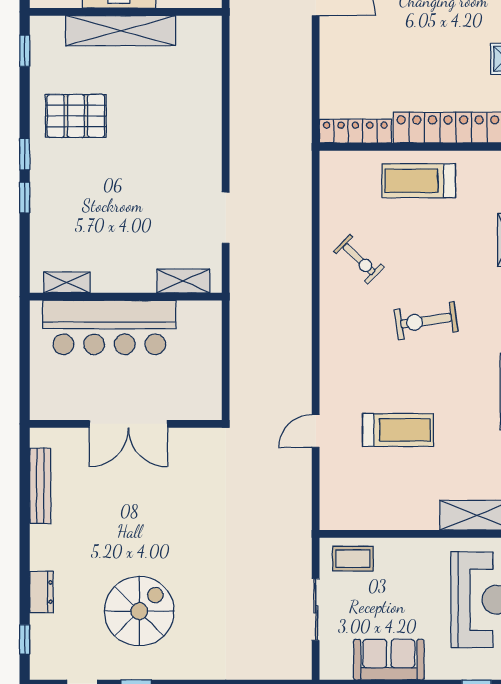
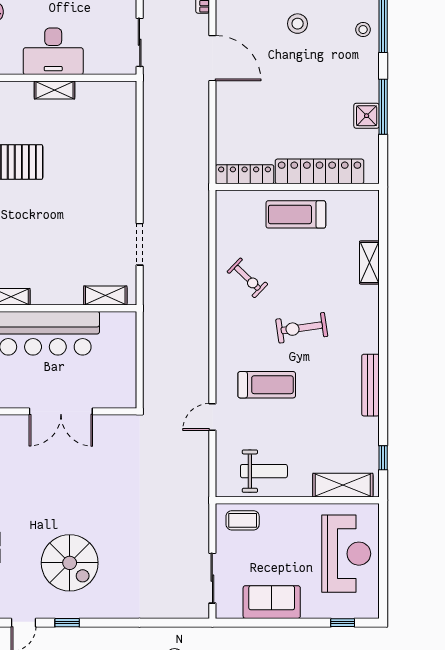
shelving: (121, 31) -> (54, 90), width x0.45, depth x0.75
treadmill: (398, 430) -> (267, 385), moved
weight bench: (379, 498) -> (264, 471), added
sliding door: (316, 609) -> (212, 578), moved
spiral stairs: (139, 611) -> (70, 563), turned 90

